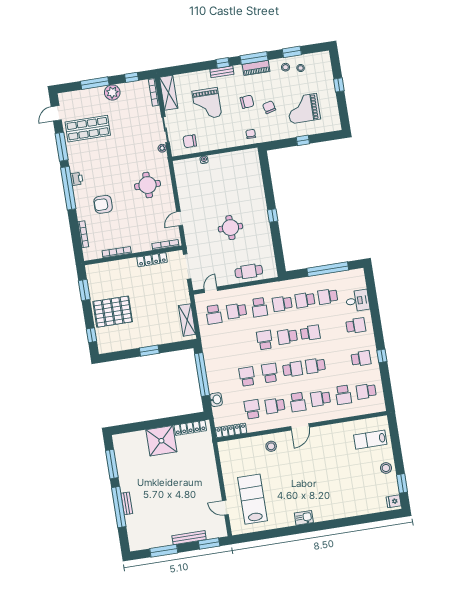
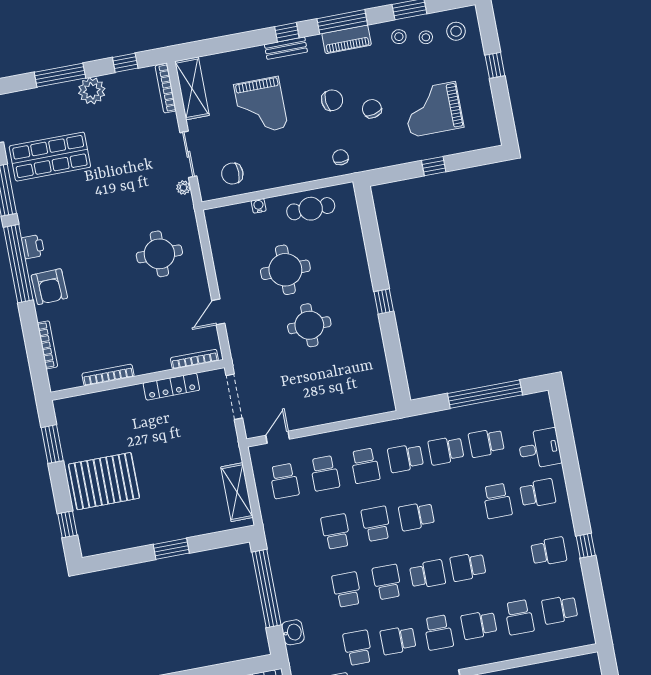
stool: (318, 65) -> (456, 31), added
round table: (218, 196) -> (285, 270), added
armchair: (103, 204) -> (49, 287), moved, turned -92
cafe table: (249, 271) -> (311, 209), moved
school desk: (237, 311) -> (325, 473), turned -90
school desk: (310, 333) -> (497, 501), moved, turned 90
school desk: (242, 344) -> (336, 531), added

